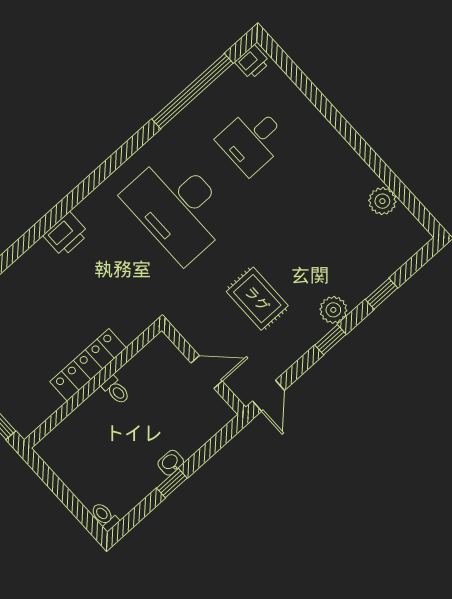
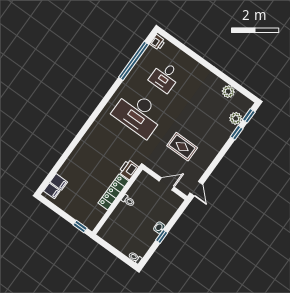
printer: (66, 234) -> (129, 169), moved, turned 180
plant: (333, 310) -> (236, 118), moved
window: (331, 340) -> (249, 116), moved

